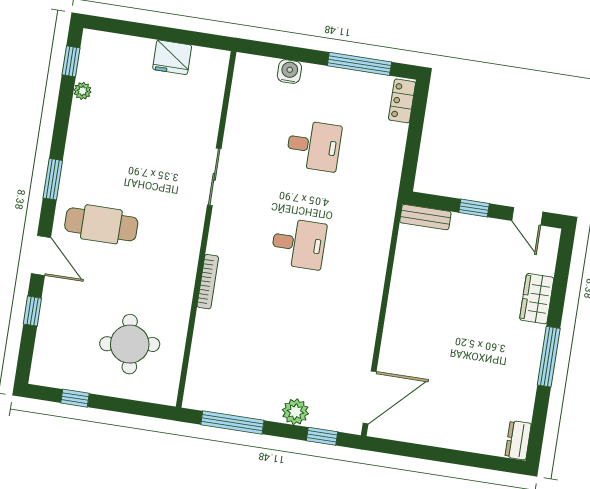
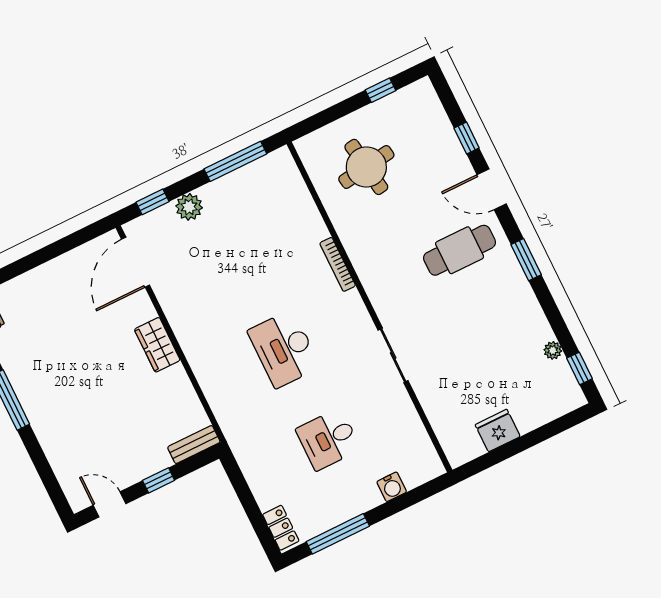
desk: (299, 244) -> (284, 349), width x1.37
wardrobe: (537, 299) -> (157, 345), moved, turned 180

